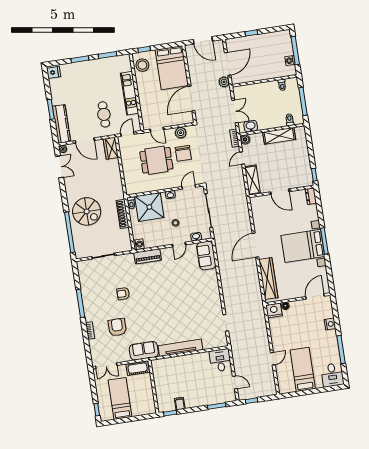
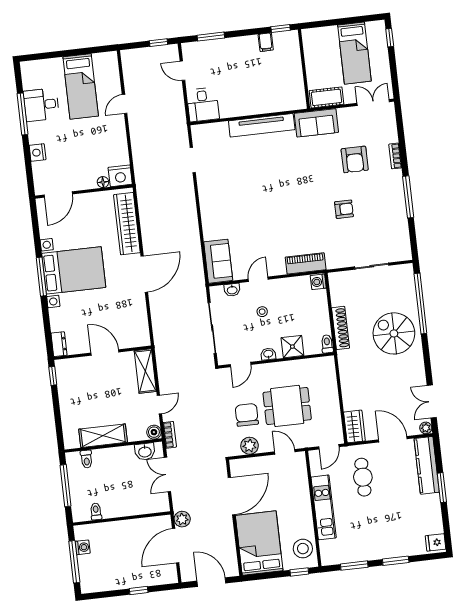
shower: (149, 207) -> (292, 347), width x0.54, depth x0.54
desk: (332, 375) -> (41, 105), moved, turned -90

